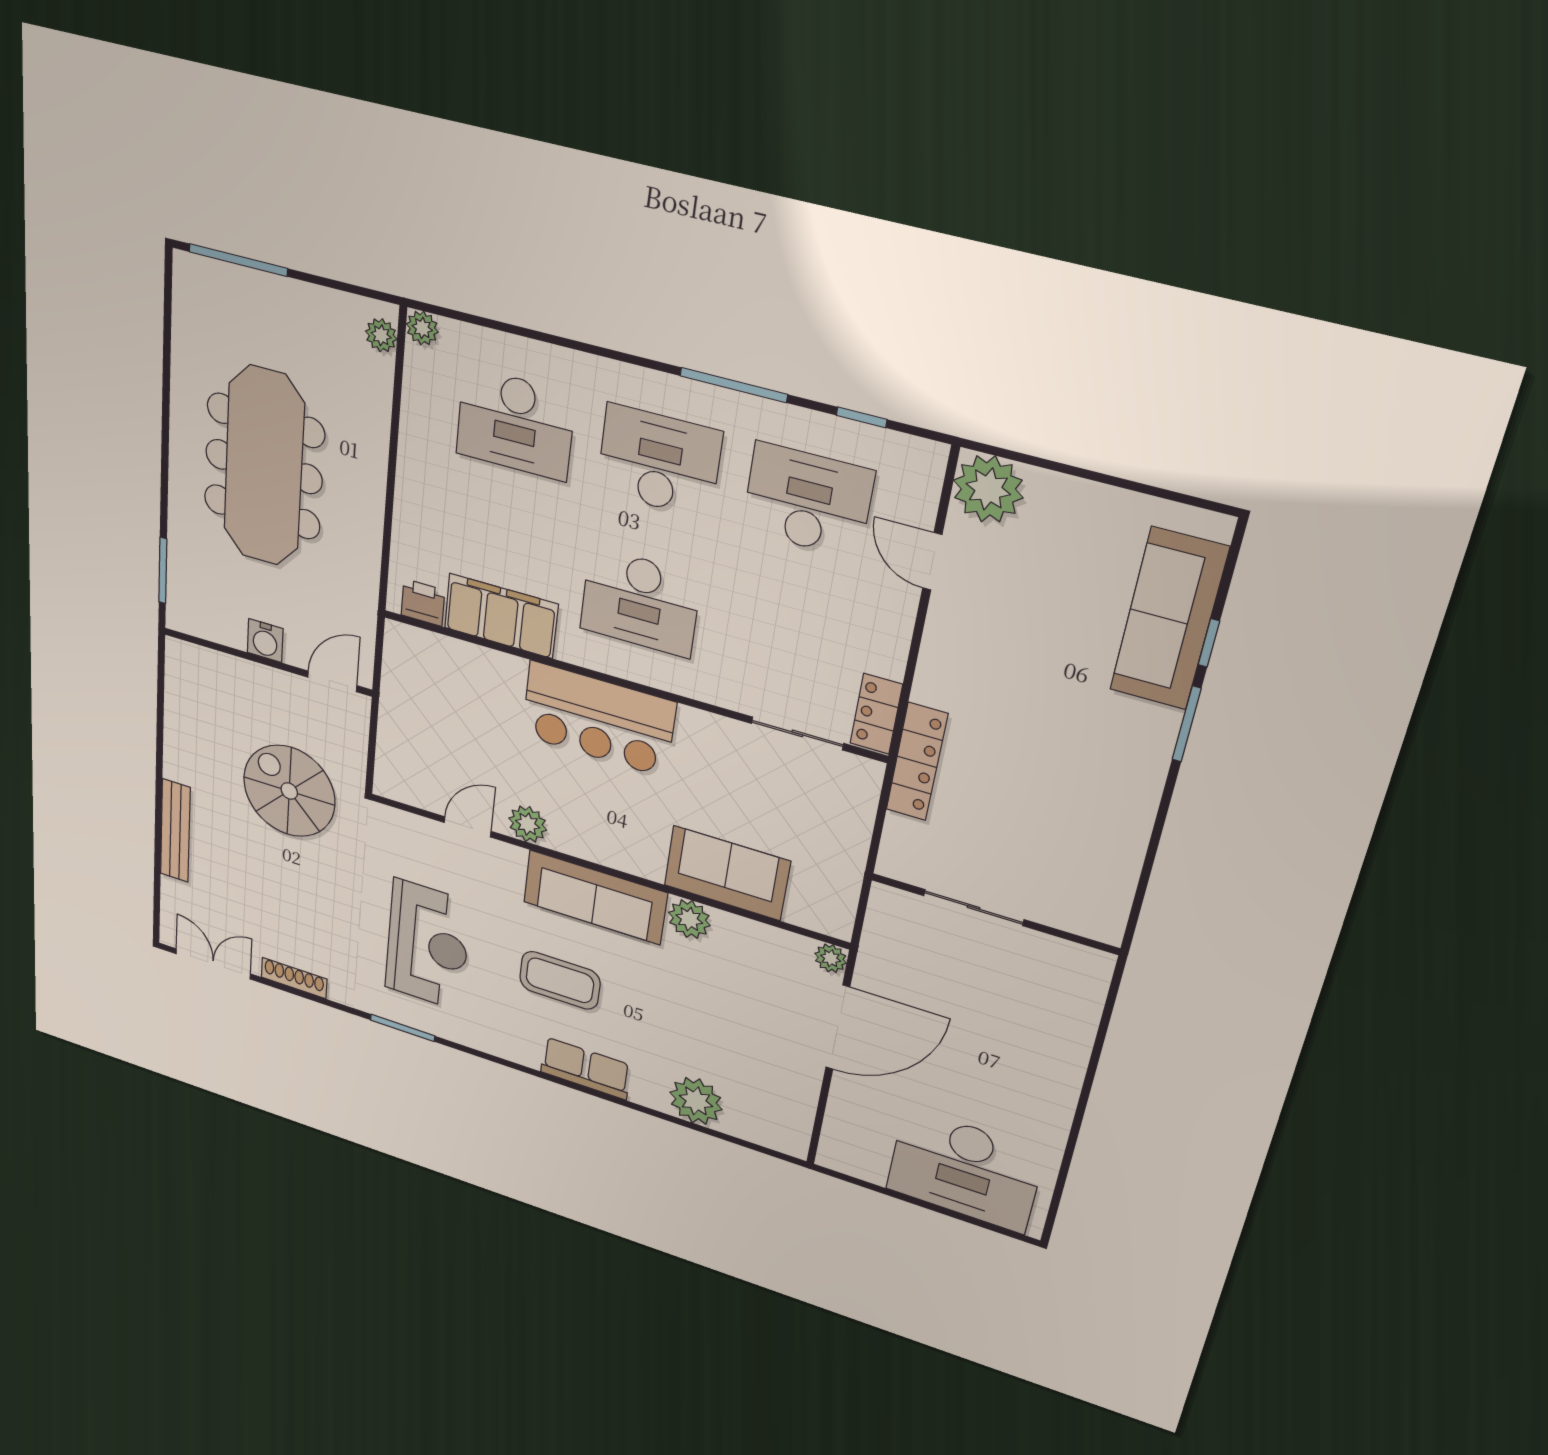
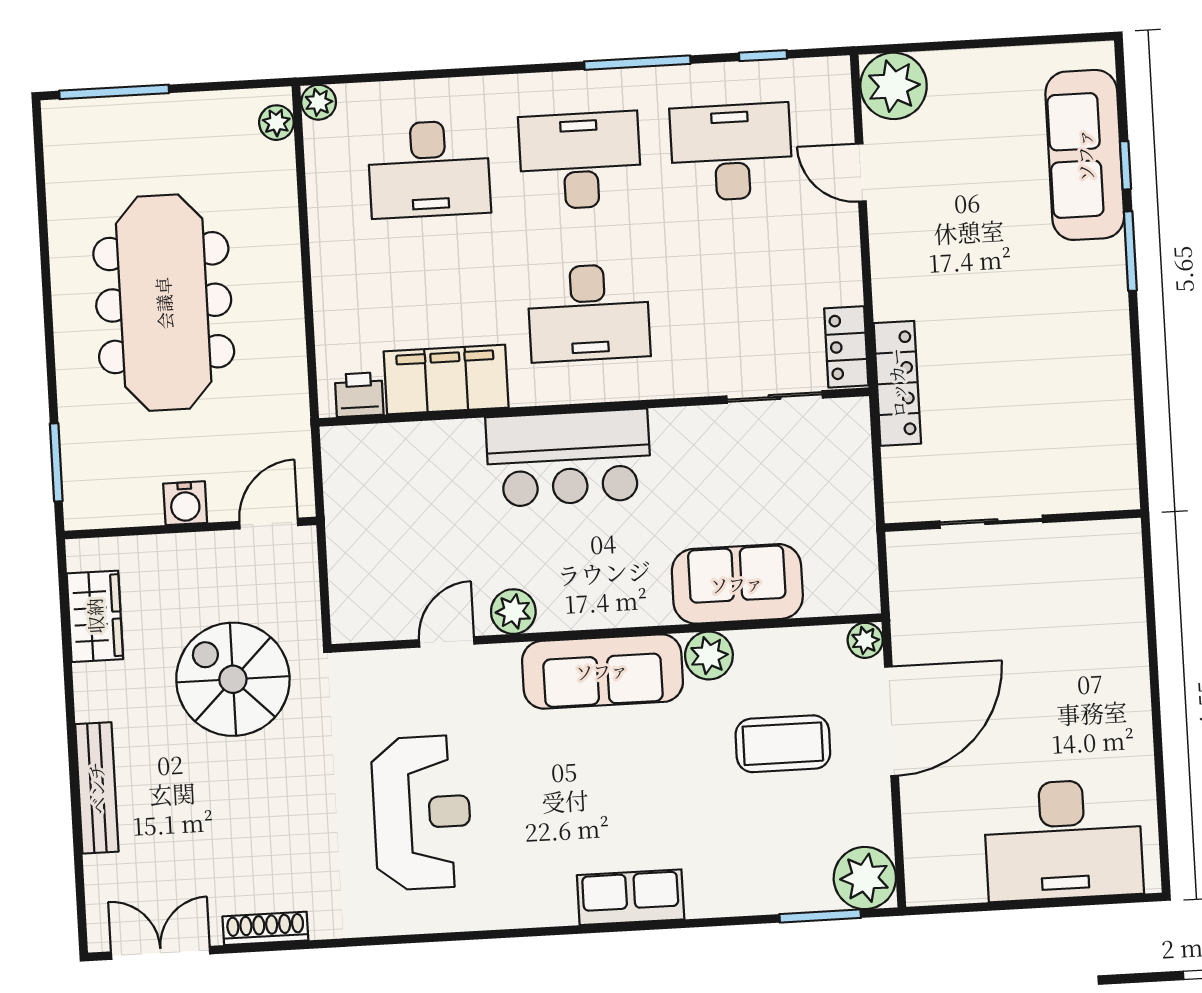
wardrobe: (184, 703) -> (95, 616), added
coffee table: (560, 980) -> (783, 744), moved
window: (403, 1028) -> (820, 916), moved
plant: (696, 1101) -> (865, 878), moved

